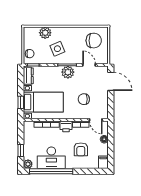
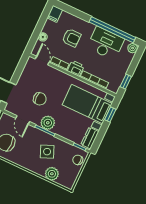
chair: (84, 99) -> (40, 99), moved
armchair: (81, 149) -> (72, 38), turned 90
window: (21, 151) -> (126, 82), moved

